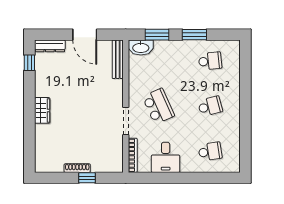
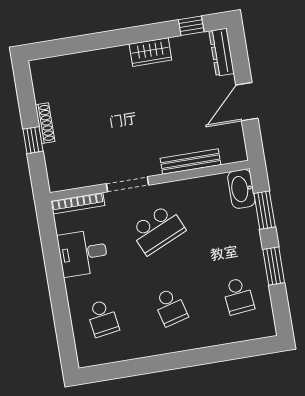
bench: (118, 59) -> (190, 162), moved
wardrobe: (42, 110) -> (150, 52), moved

